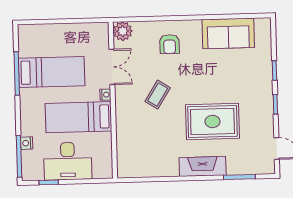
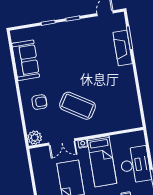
double door: (112, 67) -> (62, 142), swing flipped
coffee table: (158, 95) -> (77, 106), width x1.86, depth x1.72
rug: (212, 122) -> (92, 63), removed
fireplace: (203, 166) -> (123, 48), moved

